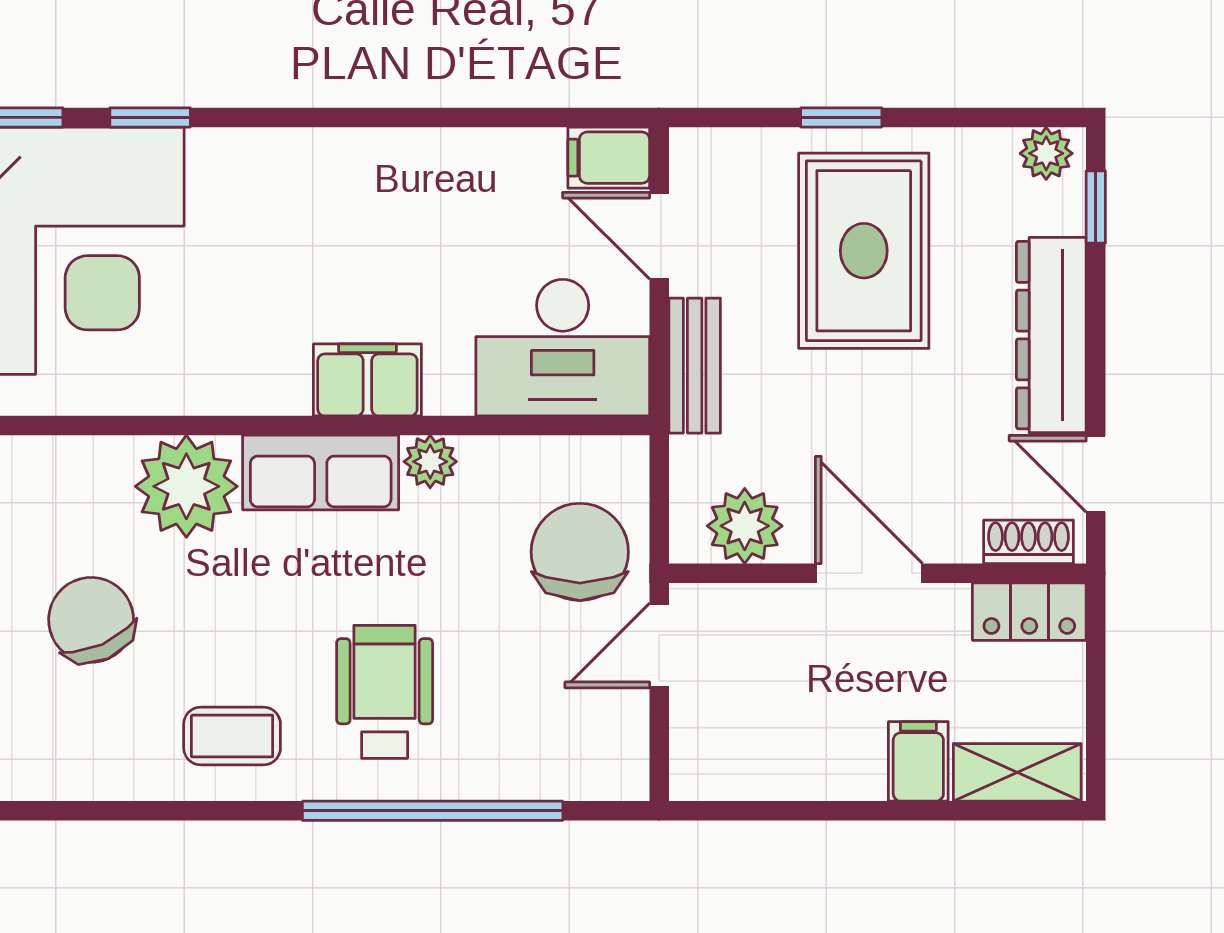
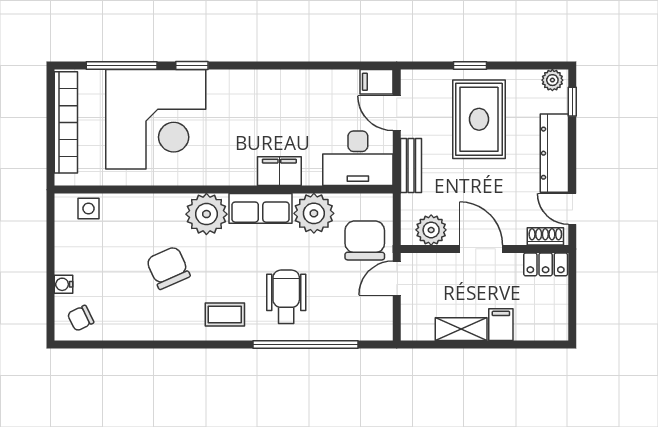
plant: (430, 462) -> (314, 213), width x1.87, depth x1.87
shelving: (1017, 772) -> (461, 329), moved

